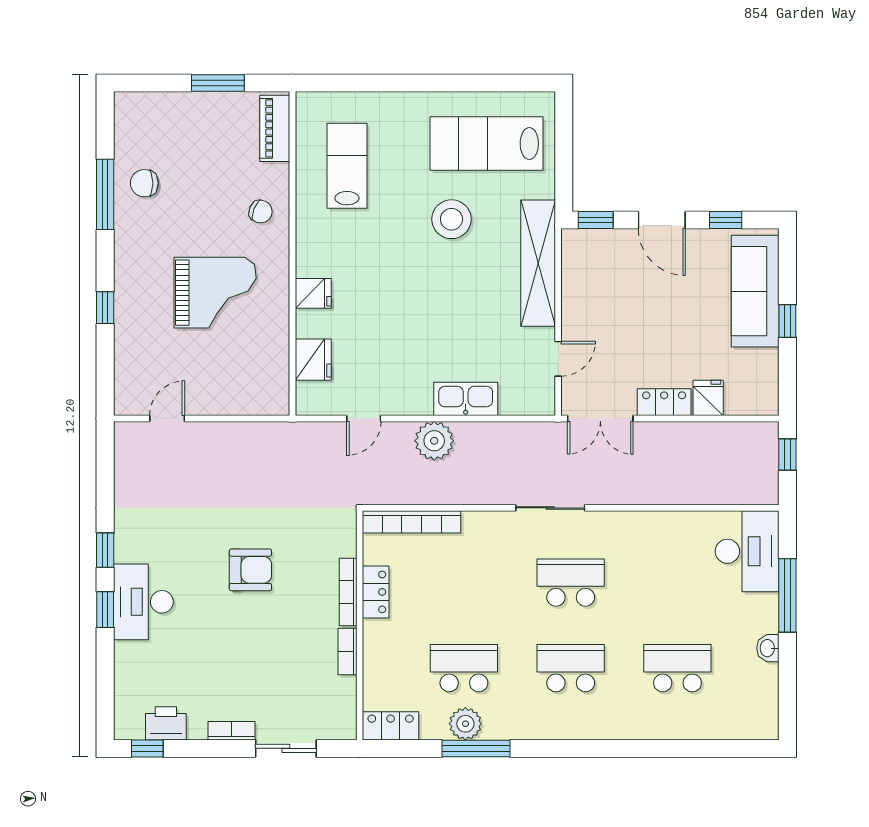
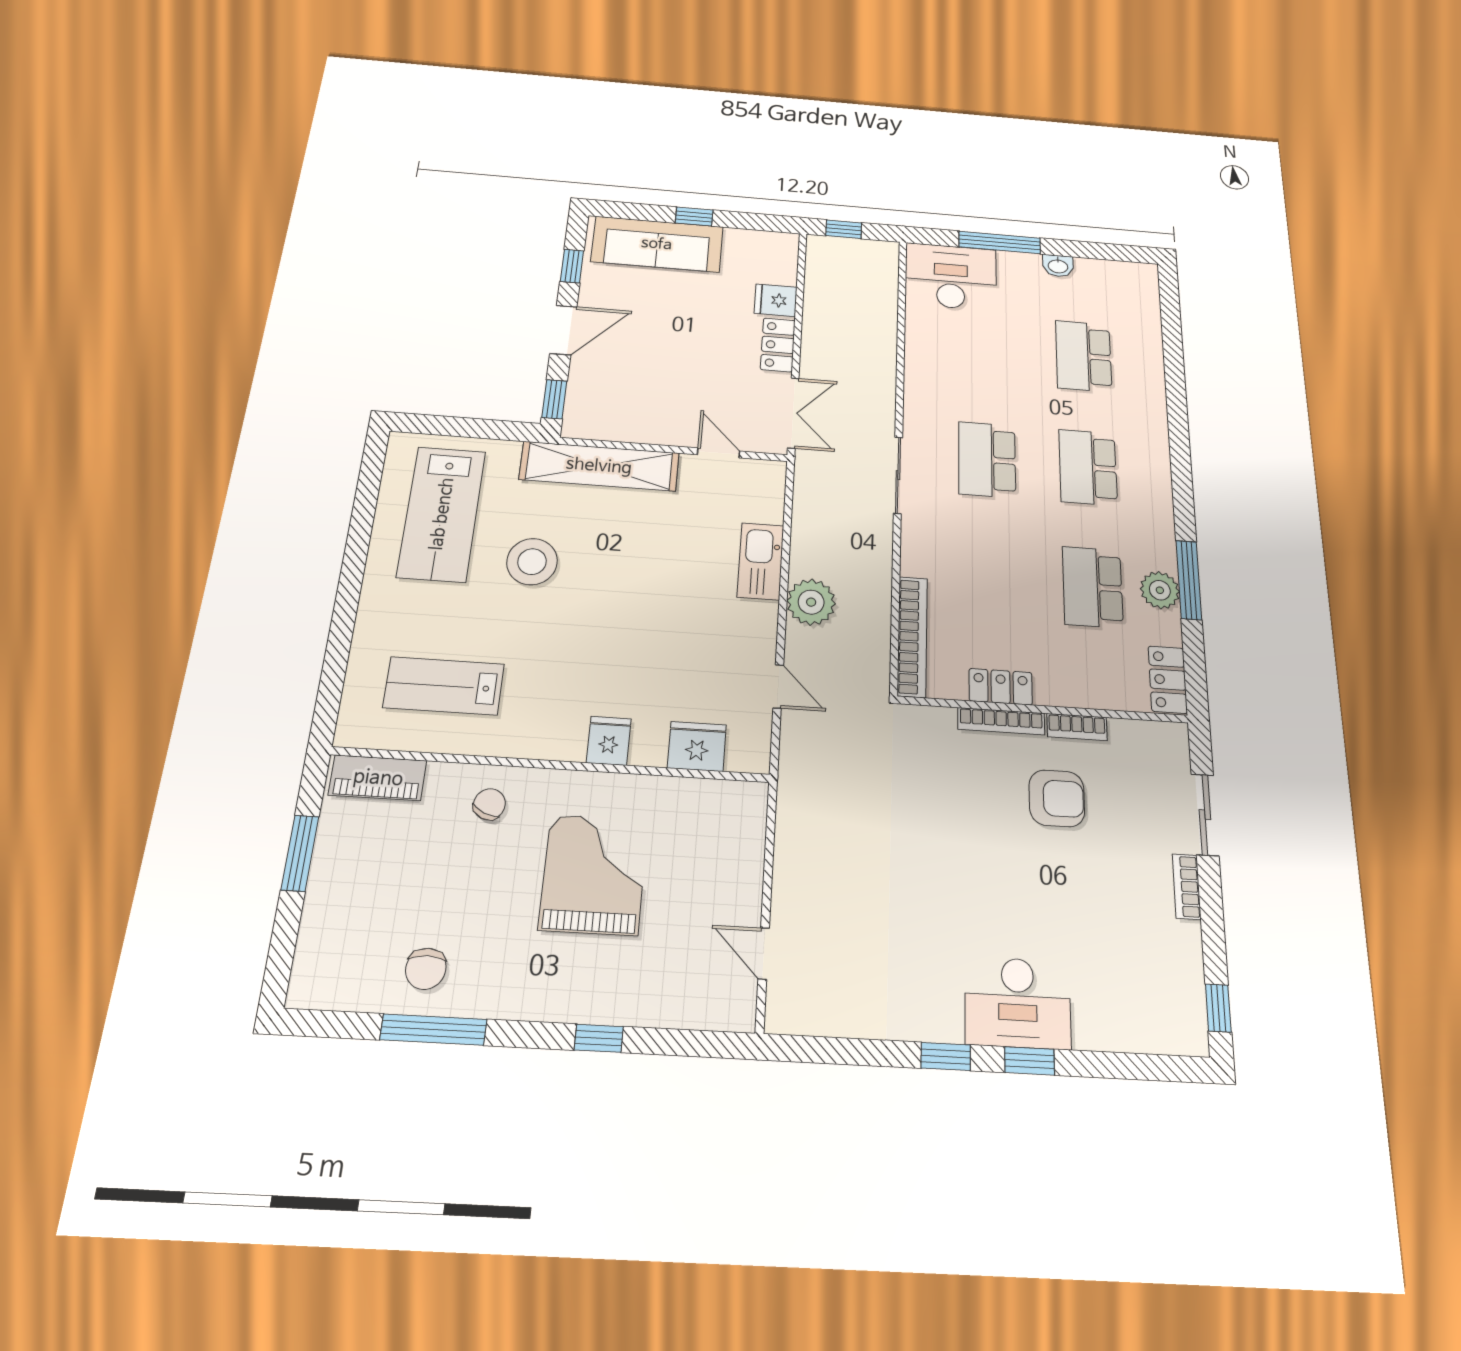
armchair: (250, 570) -> (1057, 798), moved, turned 90
printer: (166, 723) -> (1182, 979), removed

